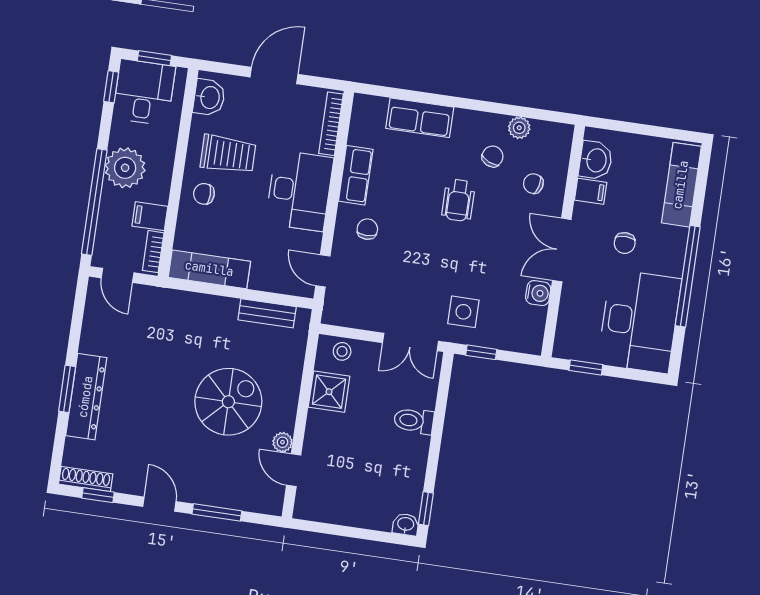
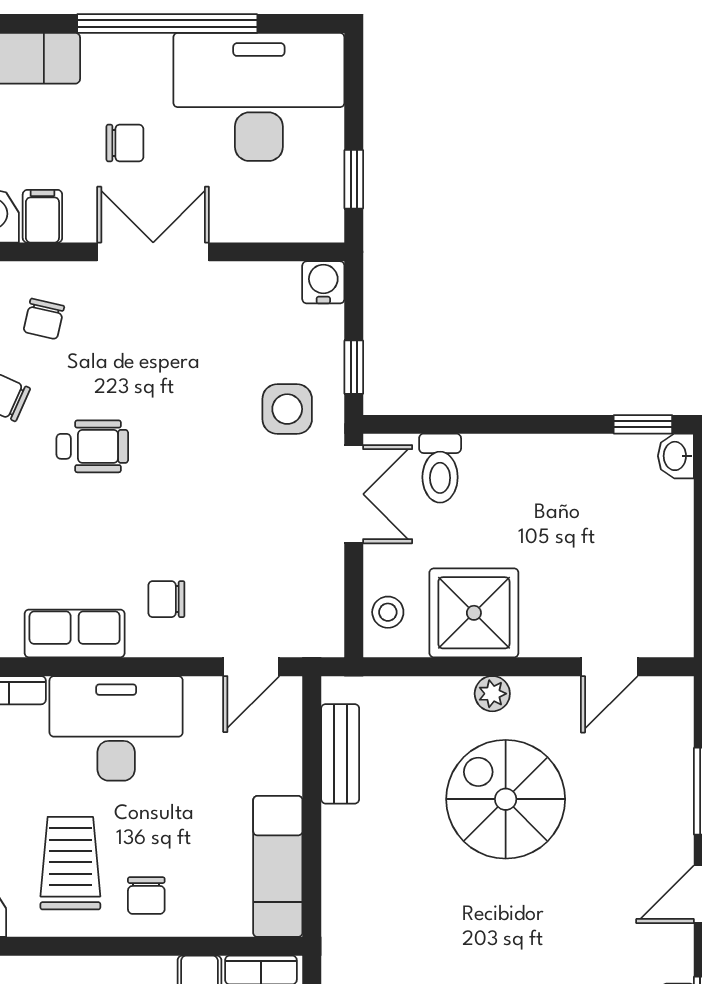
double door: (562, 250) -> (153, 252), swing flipped
water cooler: (538, 293) -> (323, 282), moved
shower: (329, 392) -> (474, 613), width x1.36, depth x1.36
toilet: (414, 421) -> (440, 468), moved
plant: (282, 442) -> (492, 694), moved

